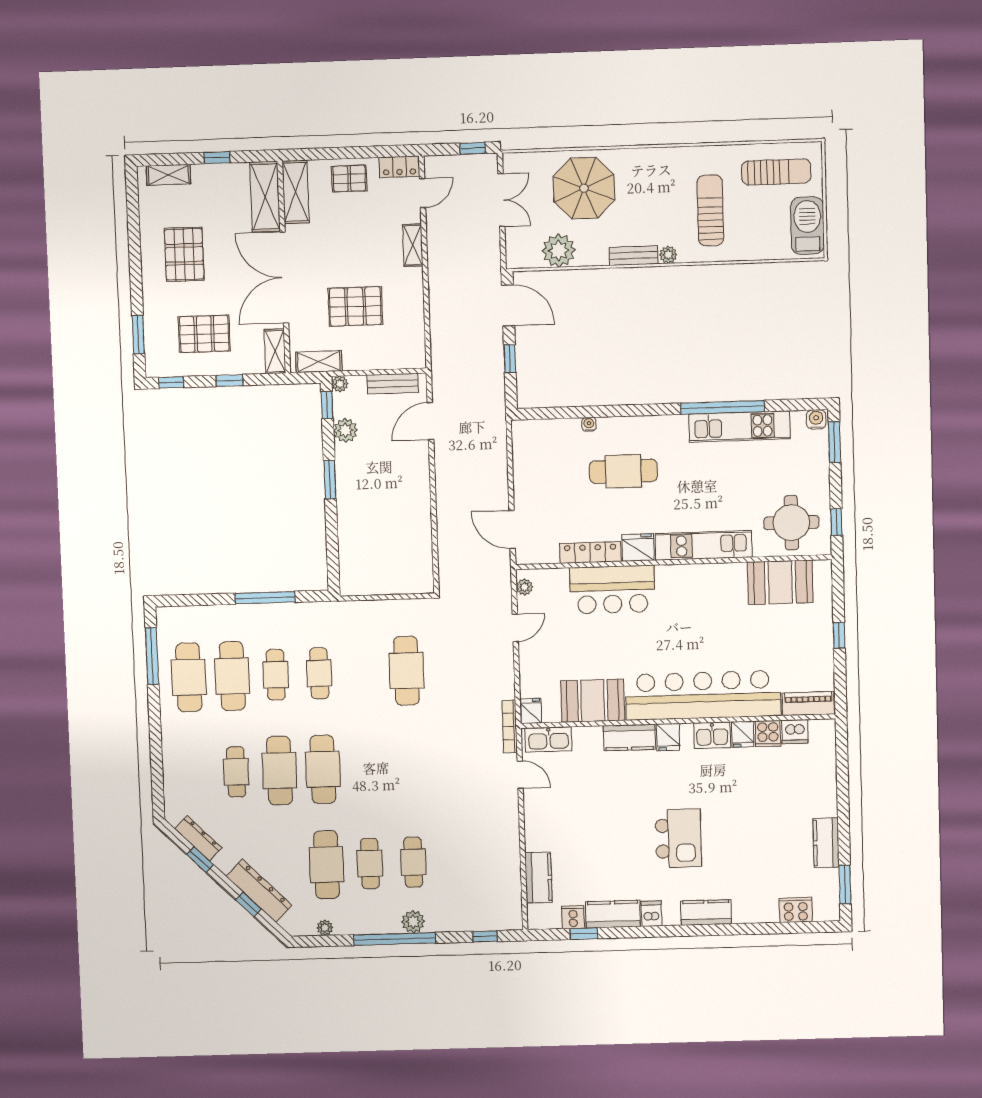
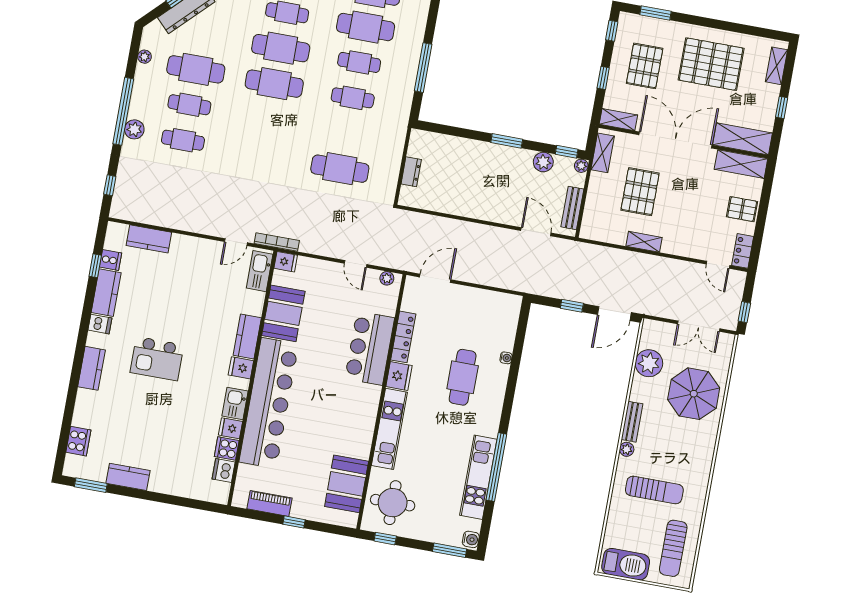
pallet: (349, 178) -> (742, 209), turned 90
shelving: (413, 245) -> (644, 242), moved
pallet: (184, 254) -> (711, 64), width x1.37, depth x1.41
dresser: (392, 585) -> (411, 172), added
piano: (808, 704) -> (270, 503), moved, turned -90

